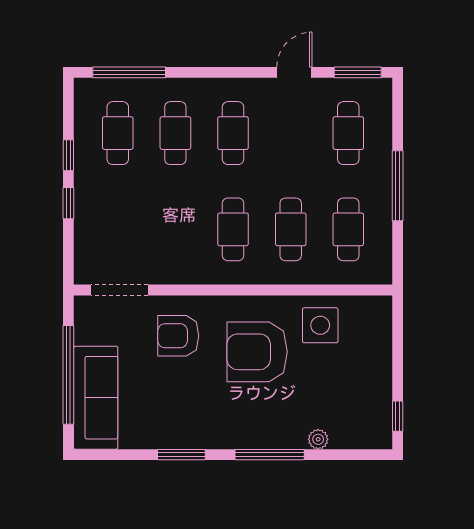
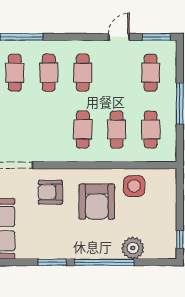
armchair: (257, 352) -> (97, 202), turned -90
plant: (318, 439) -> (133, 248), width x1.88, depth x1.88
window: (270, 455) -> (104, 262), width x1.46

